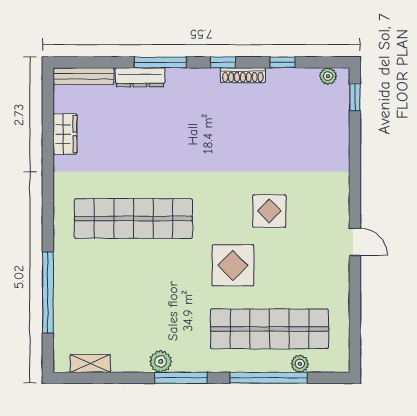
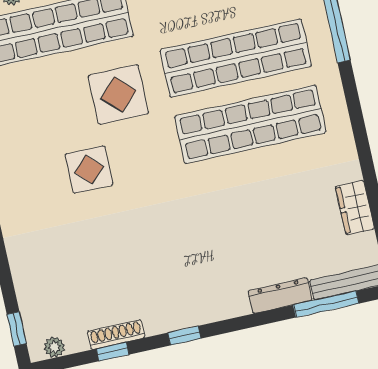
window: (160, 62) -> (326, 304), moved
shoe rack: (243, 75) -> (116, 335), moved
shop shelf: (133, 274) -> (236, 58), added

